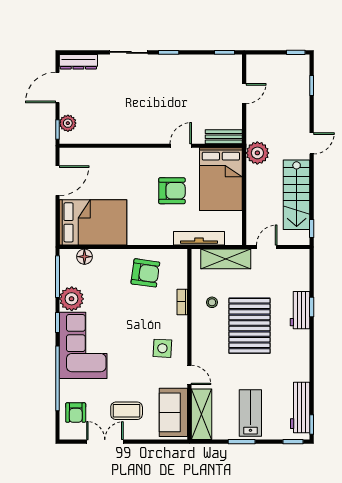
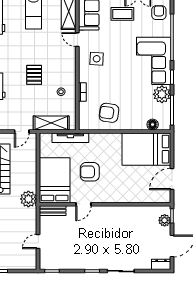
dresser: (78, 62) -> (161, 264), width x0.70
pallet: (249, 326) -> (34, 75), width x0.49, depth x0.50

